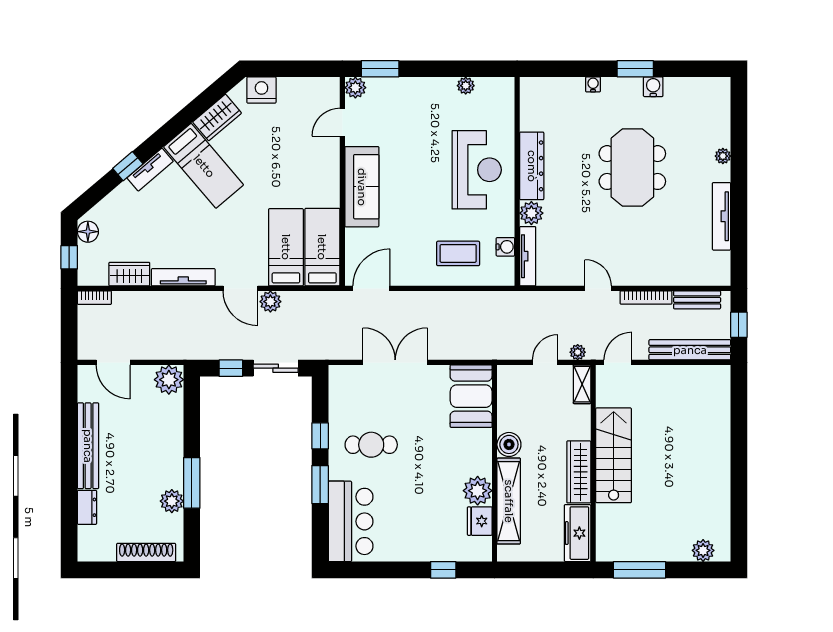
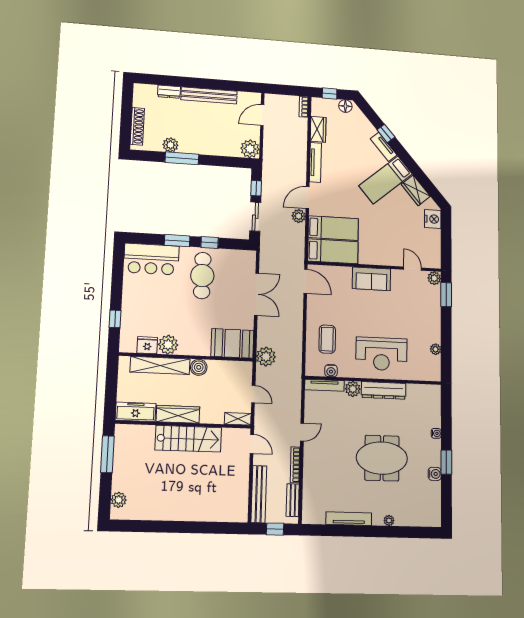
sofa: (362, 187) -> (371, 279), width x0.73
plant: (578, 352) -> (266, 357), moved, width x1.88, depth x1.88
cafe table: (371, 445) -> (202, 276), width x1.37, depth x1.35

